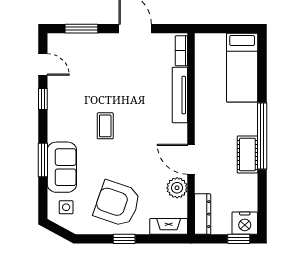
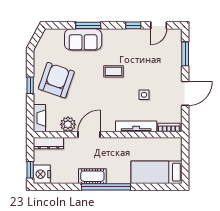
side table: (66, 207) -> (144, 95), moved

